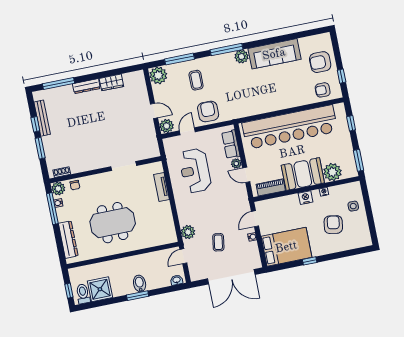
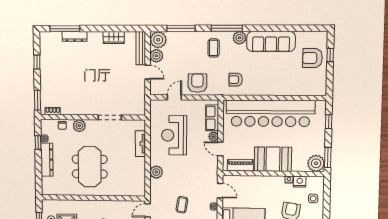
window: (342, 76) -> (330, 55), moved
coffee table: (196, 80) -> (214, 48), moved
dresser: (86, 86) -> (75, 36), moved
armchair: (323, 90) -> (236, 80), moved
bench: (42, 118) -> (141, 48), moved
plant: (167, 126) -> (156, 56), moved
window: (40, 148) -> (37, 100), moved
plant: (332, 172) -> (316, 163), moved
plant: (58, 189) -> (79, 126), moved
nightstand: (306, 198) -> (300, 182), moved
window: (52, 209) -> (38, 143), width x0.46
door: (255, 219) -> (220, 191), swing flipped
meeting table: (113, 223) -> (90, 167), turned 90
plant: (188, 232) -> (156, 172), moved
dresser: (68, 240) -> (47, 160), moved

